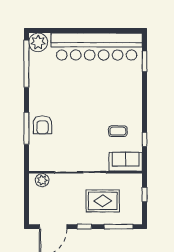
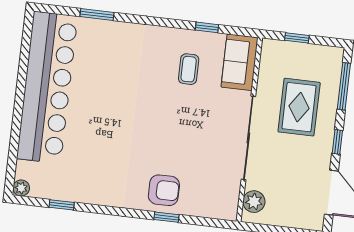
plant: (38, 42) -> (21, 188), width x0.53, depth x0.53
window: (145, 61) -> (97, 14), moved
window: (26, 64) -> (62, 205), width x0.32
window: (26, 128) -> (166, 217), width x0.46

